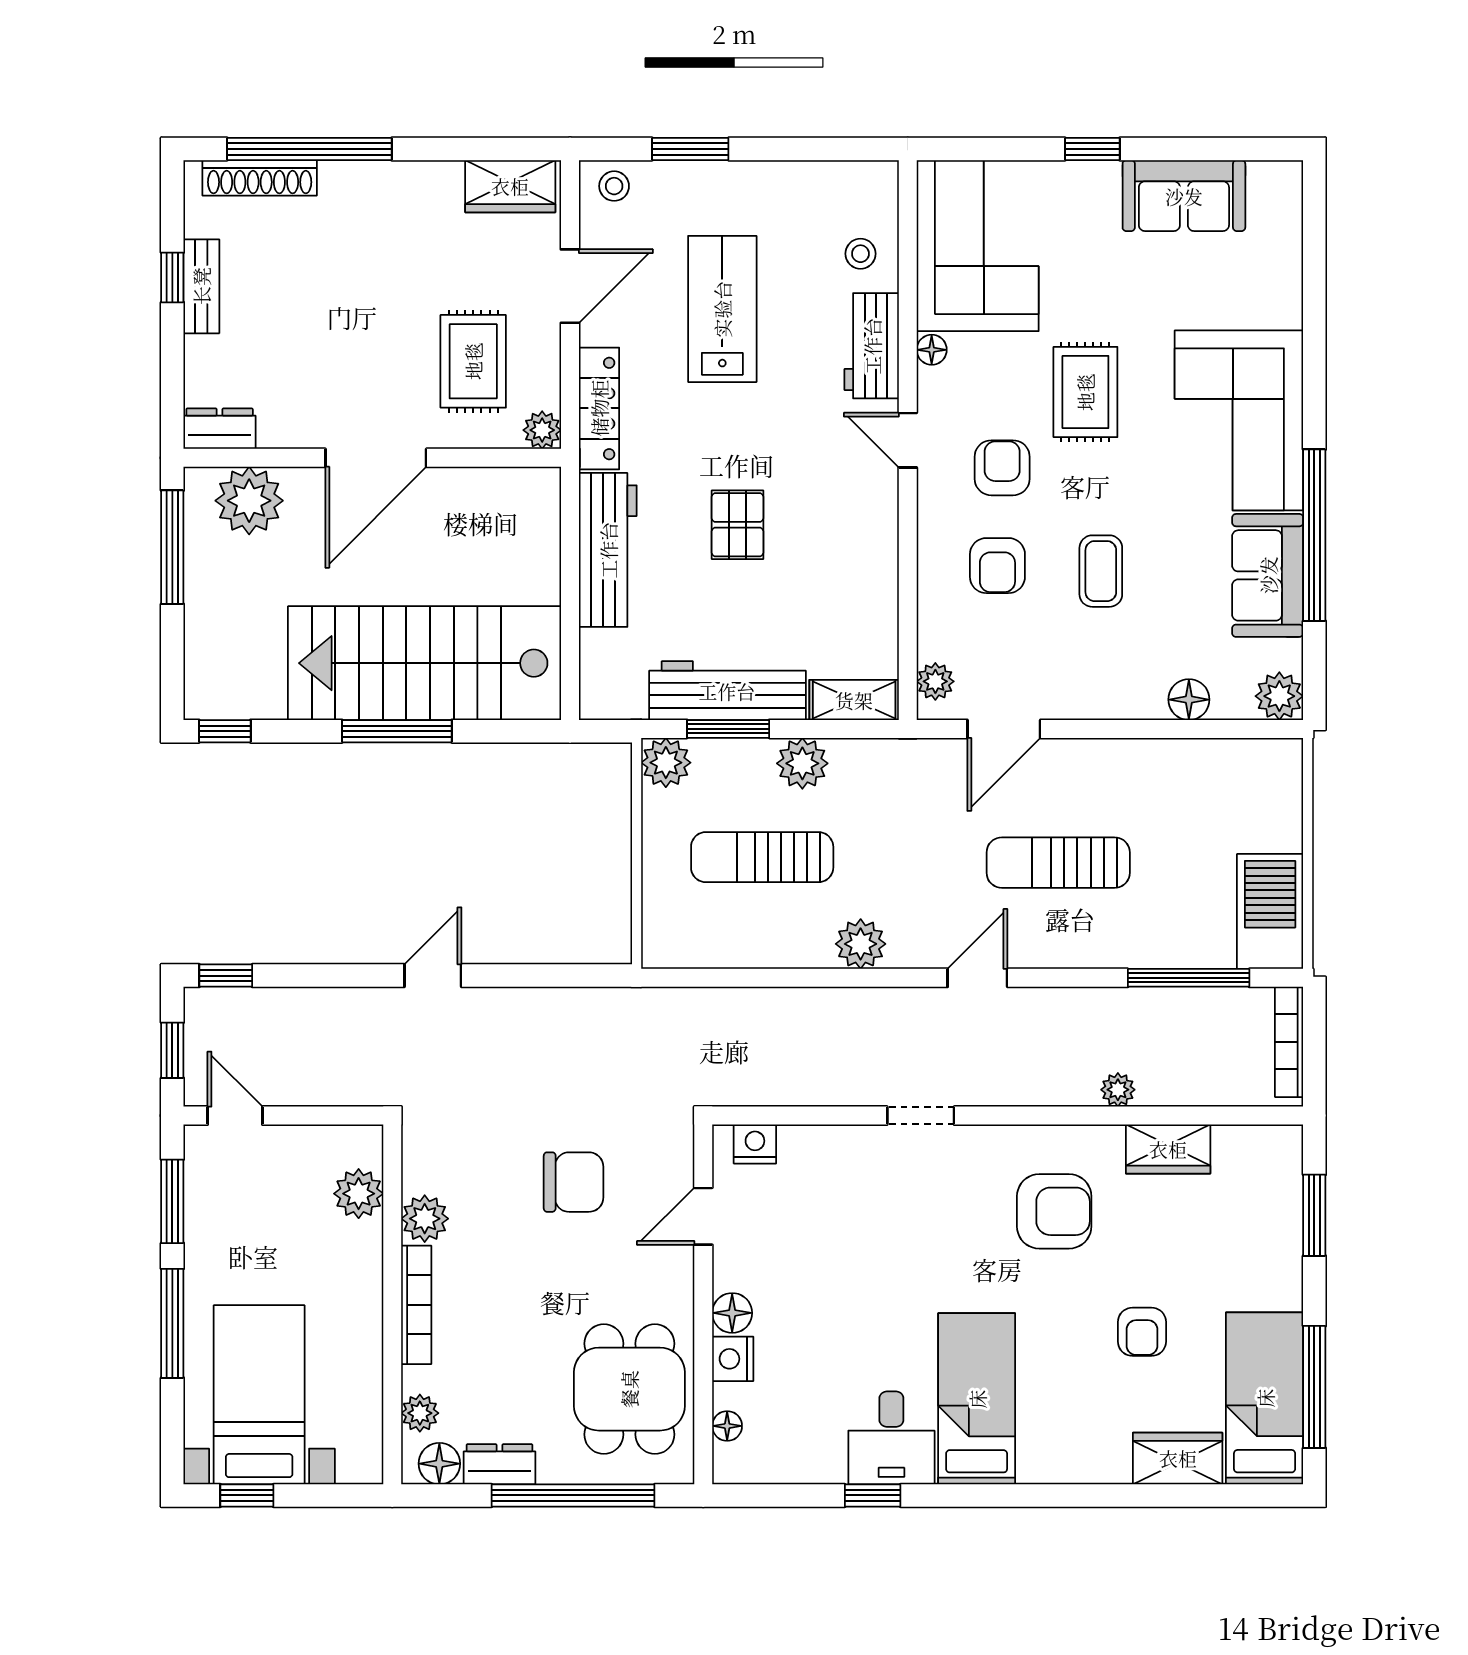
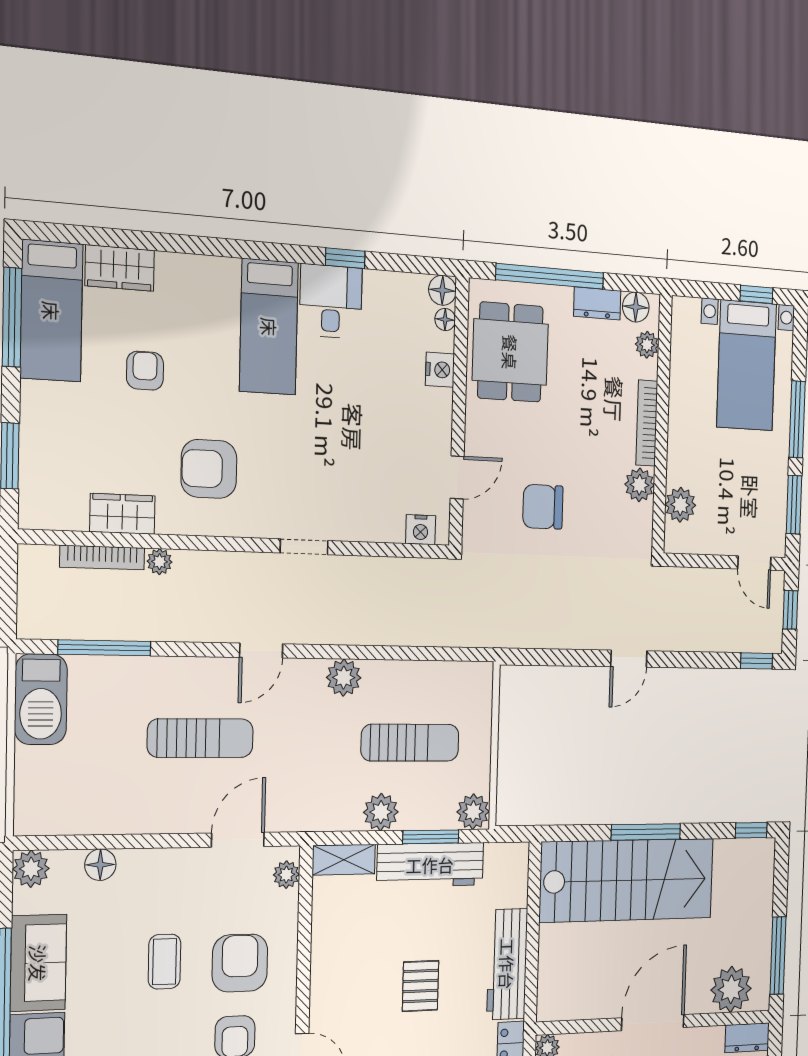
armchair: (997, 566) -> (240, 963), width x1.38, depth x1.38
bookcase: (1289, 1042) -> (102, 558), moved, turned 90
floor lamp: (732, 1313) -> (442, 290), moved

